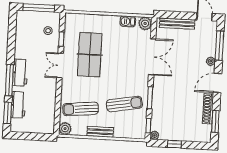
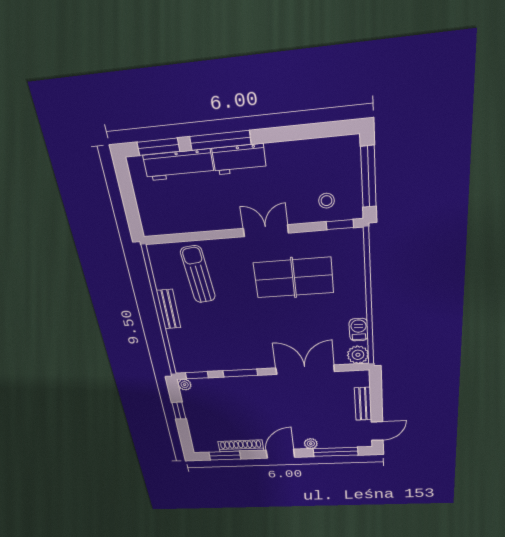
bench: (177, 24) -> (363, 404), width x0.73
window: (61, 39) -> (340, 225), moved
double door: (152, 57) -> (305, 370), swing flipped
door: (217, 83) -> (280, 454), hinge flipped
sun lounger: (124, 104) -> (222, 339), removed
workbench: (18, 105) -> (179, 165), width x1.38
plant: (65, 129) -> (158, 254), removed

